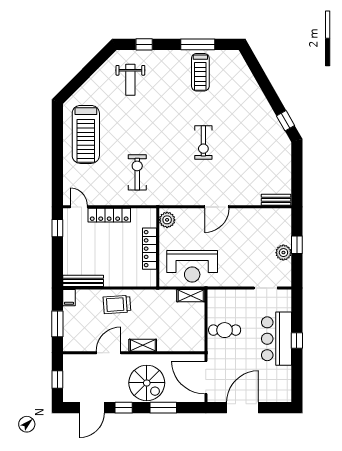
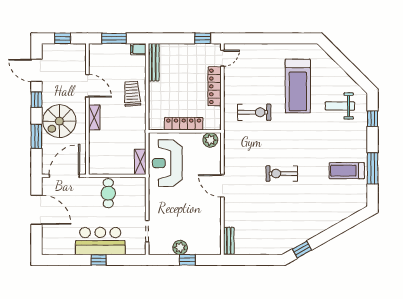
treadmill: (86, 134) -> (298, 86), moved, turned -90

